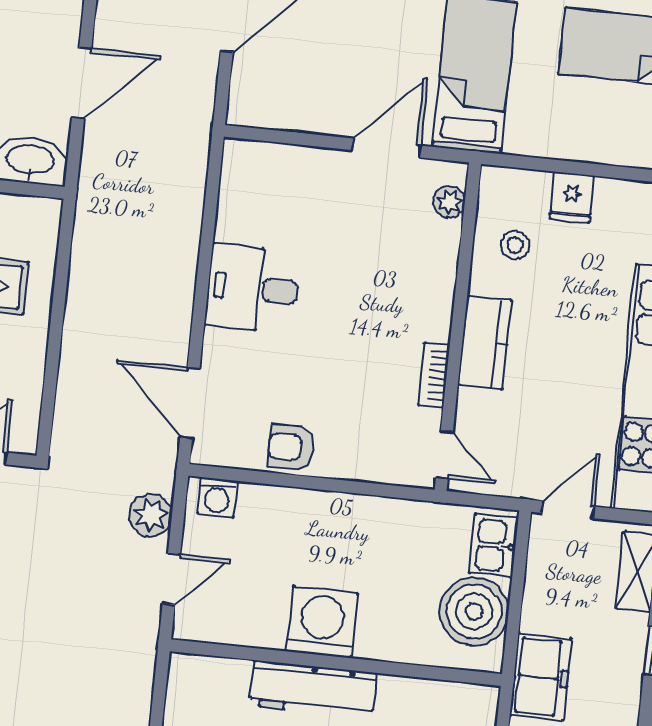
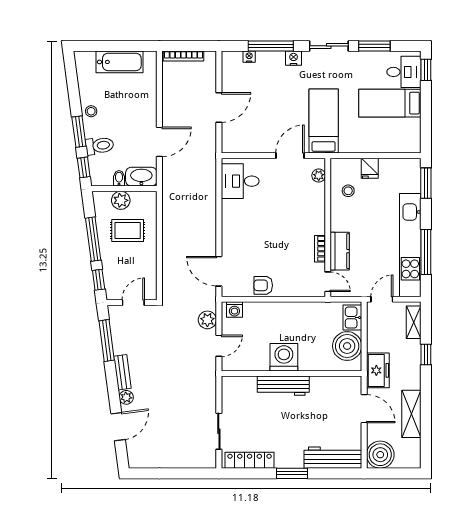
desk: (253, 288) -> (240, 181), moved
kitchen counter: (485, 342) -> (340, 251), moved

